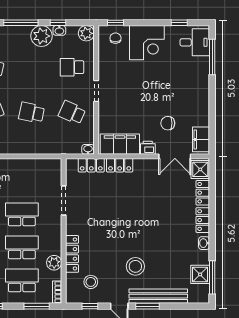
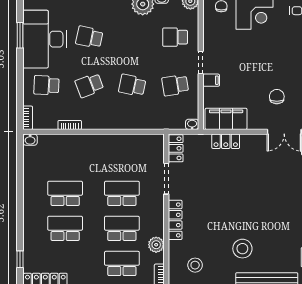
filing cabinet: (106, 108) -> (211, 80), added
school desk: (72, 113) -> (175, 85), turned -33
chair: (168, 123) -> (277, 97), turned 90
printer: (148, 148) -> (256, 123), removed
locker: (91, 165) -> (176, 148), moved, turned -90
locker: (72, 254) -> (175, 220), moved

